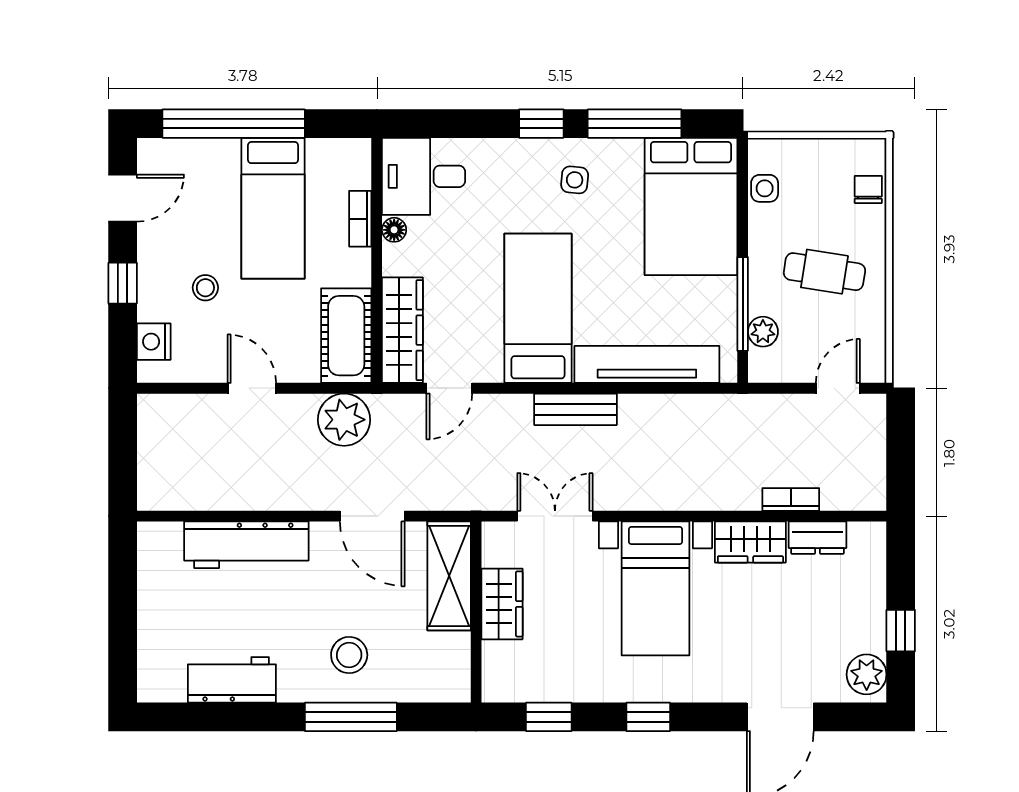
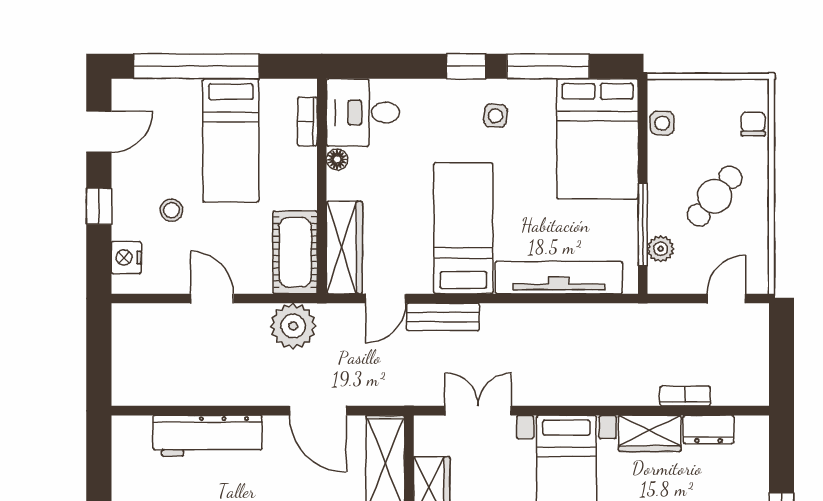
bookcase: (360, 219) -> (307, 122), moved
cafe table: (824, 272) -> (715, 196), turned -59
bench: (575, 409) -> (443, 317), moved

